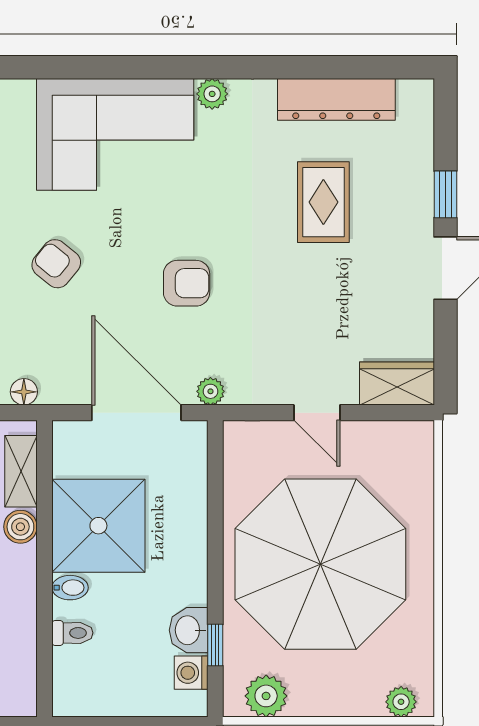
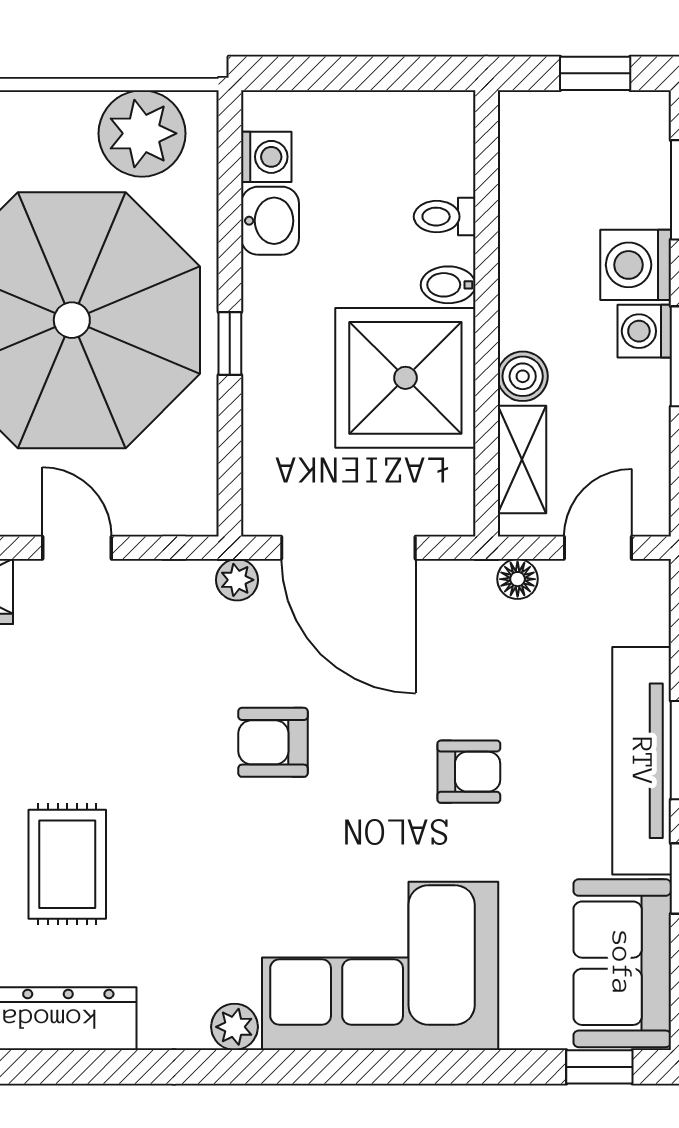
armchair: (56, 264) -> (469, 772), turned -39
window: (215, 645) -> (230, 344), moved
plant: (266, 696) -> (142, 133), width x1.36, depth x1.36

